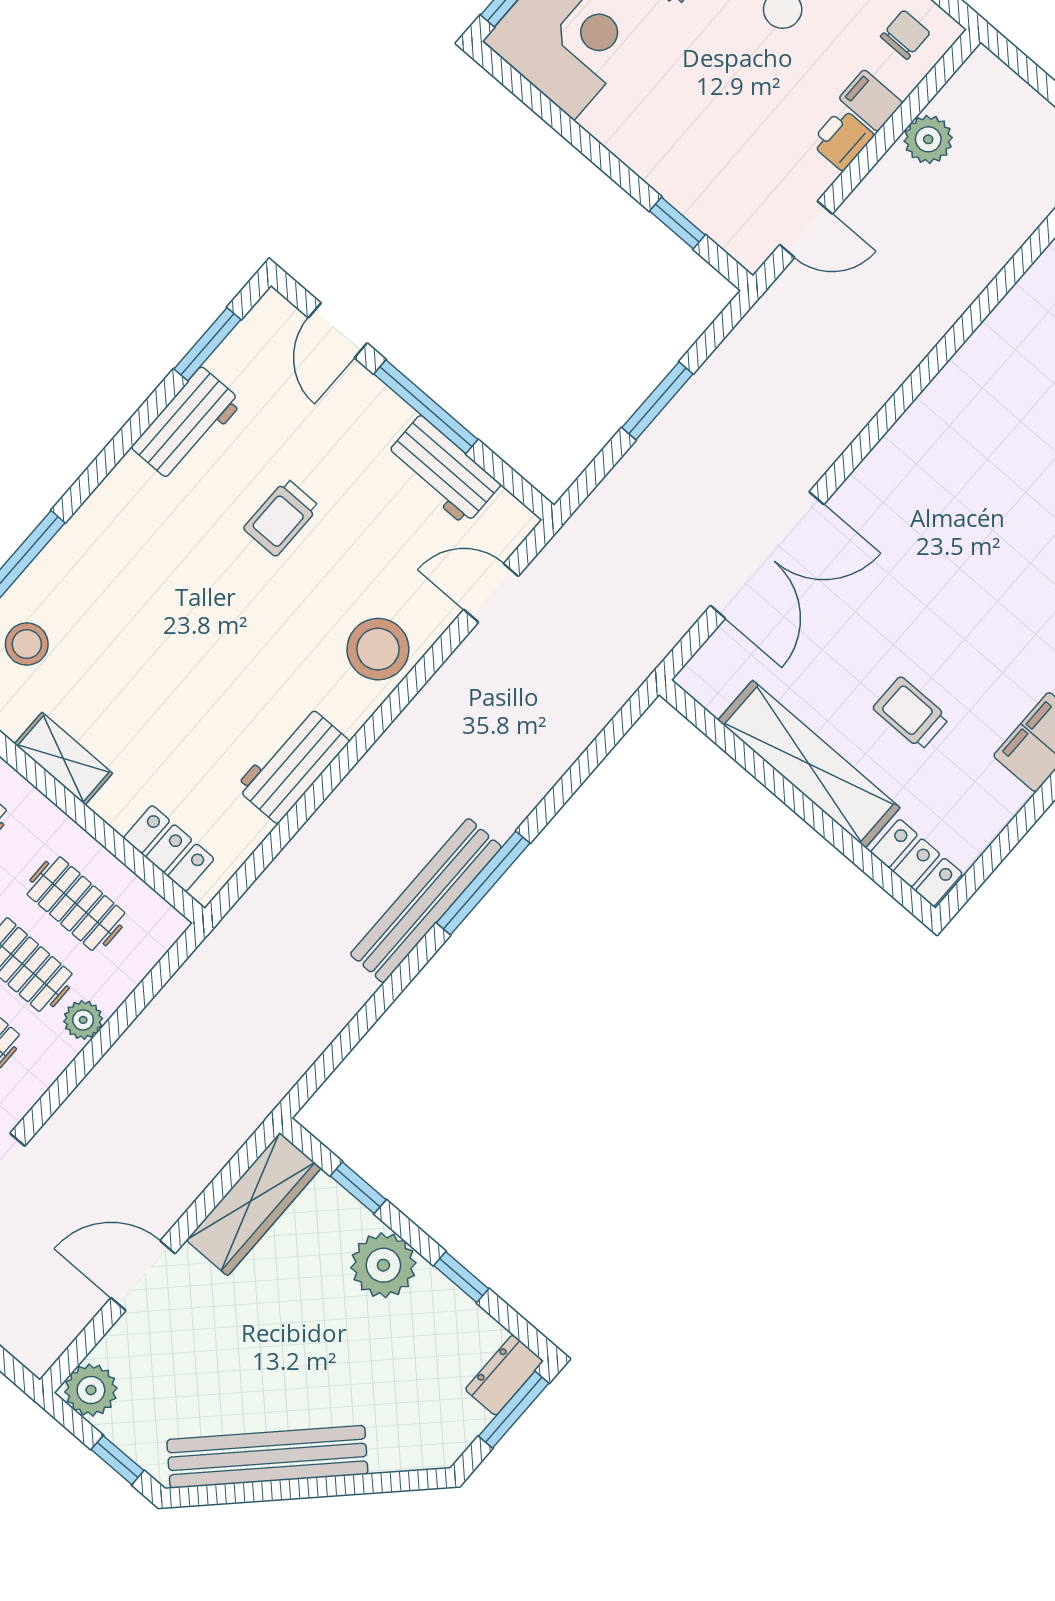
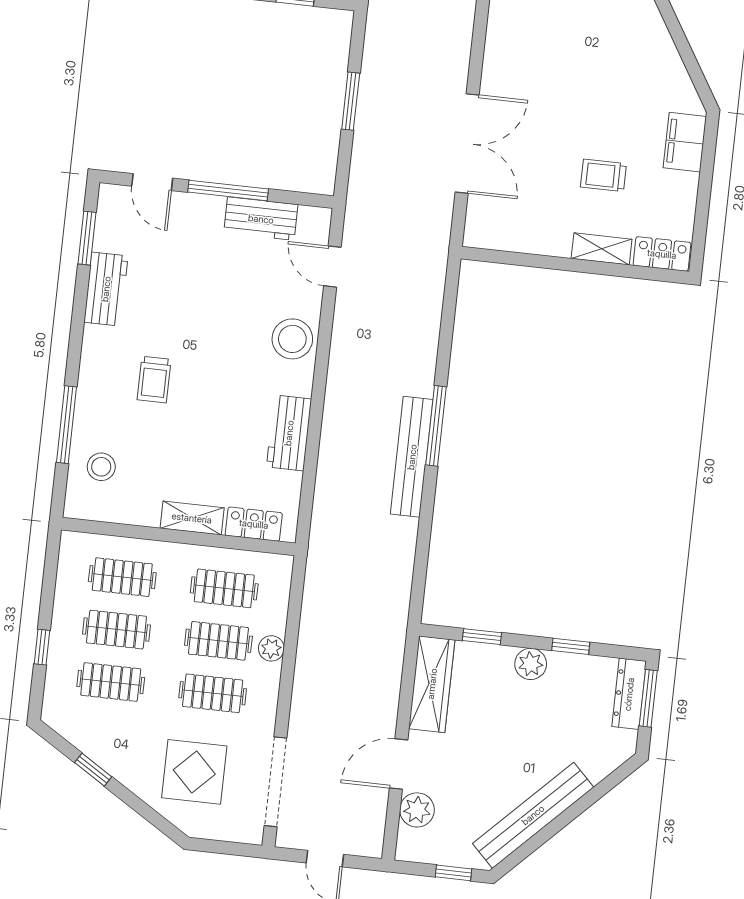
trolley: (281, 518) -> (154, 380), moved
door: (491, 593) -> (332, 267), hinge flipped
shelving: (63, 759) -> (192, 518), moved
shelving: (809, 764) -> (602, 249), width x0.45, depth x0.75
plant: (383, 1265) -> (531, 664), width x0.73, depth x0.73
dresser: (504, 1375) -> (629, 694), width x1.44
plant: (91, 1390) -> (417, 810), moved

